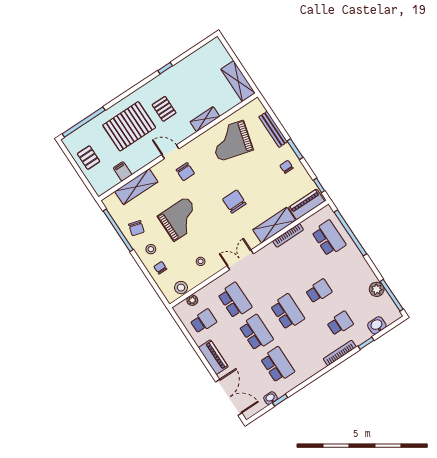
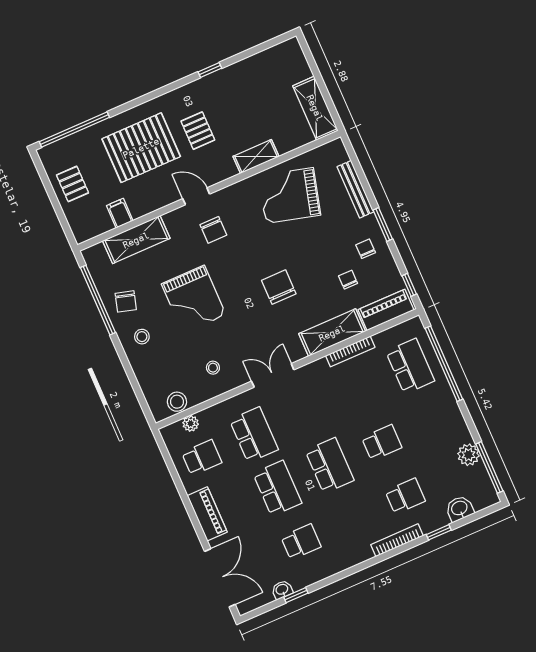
grand piano: (180, 219) -> (194, 299), turned 90
chair: (160, 268) -> (348, 280), moved
school desk: (277, 365) -> (301, 542), width x0.54

